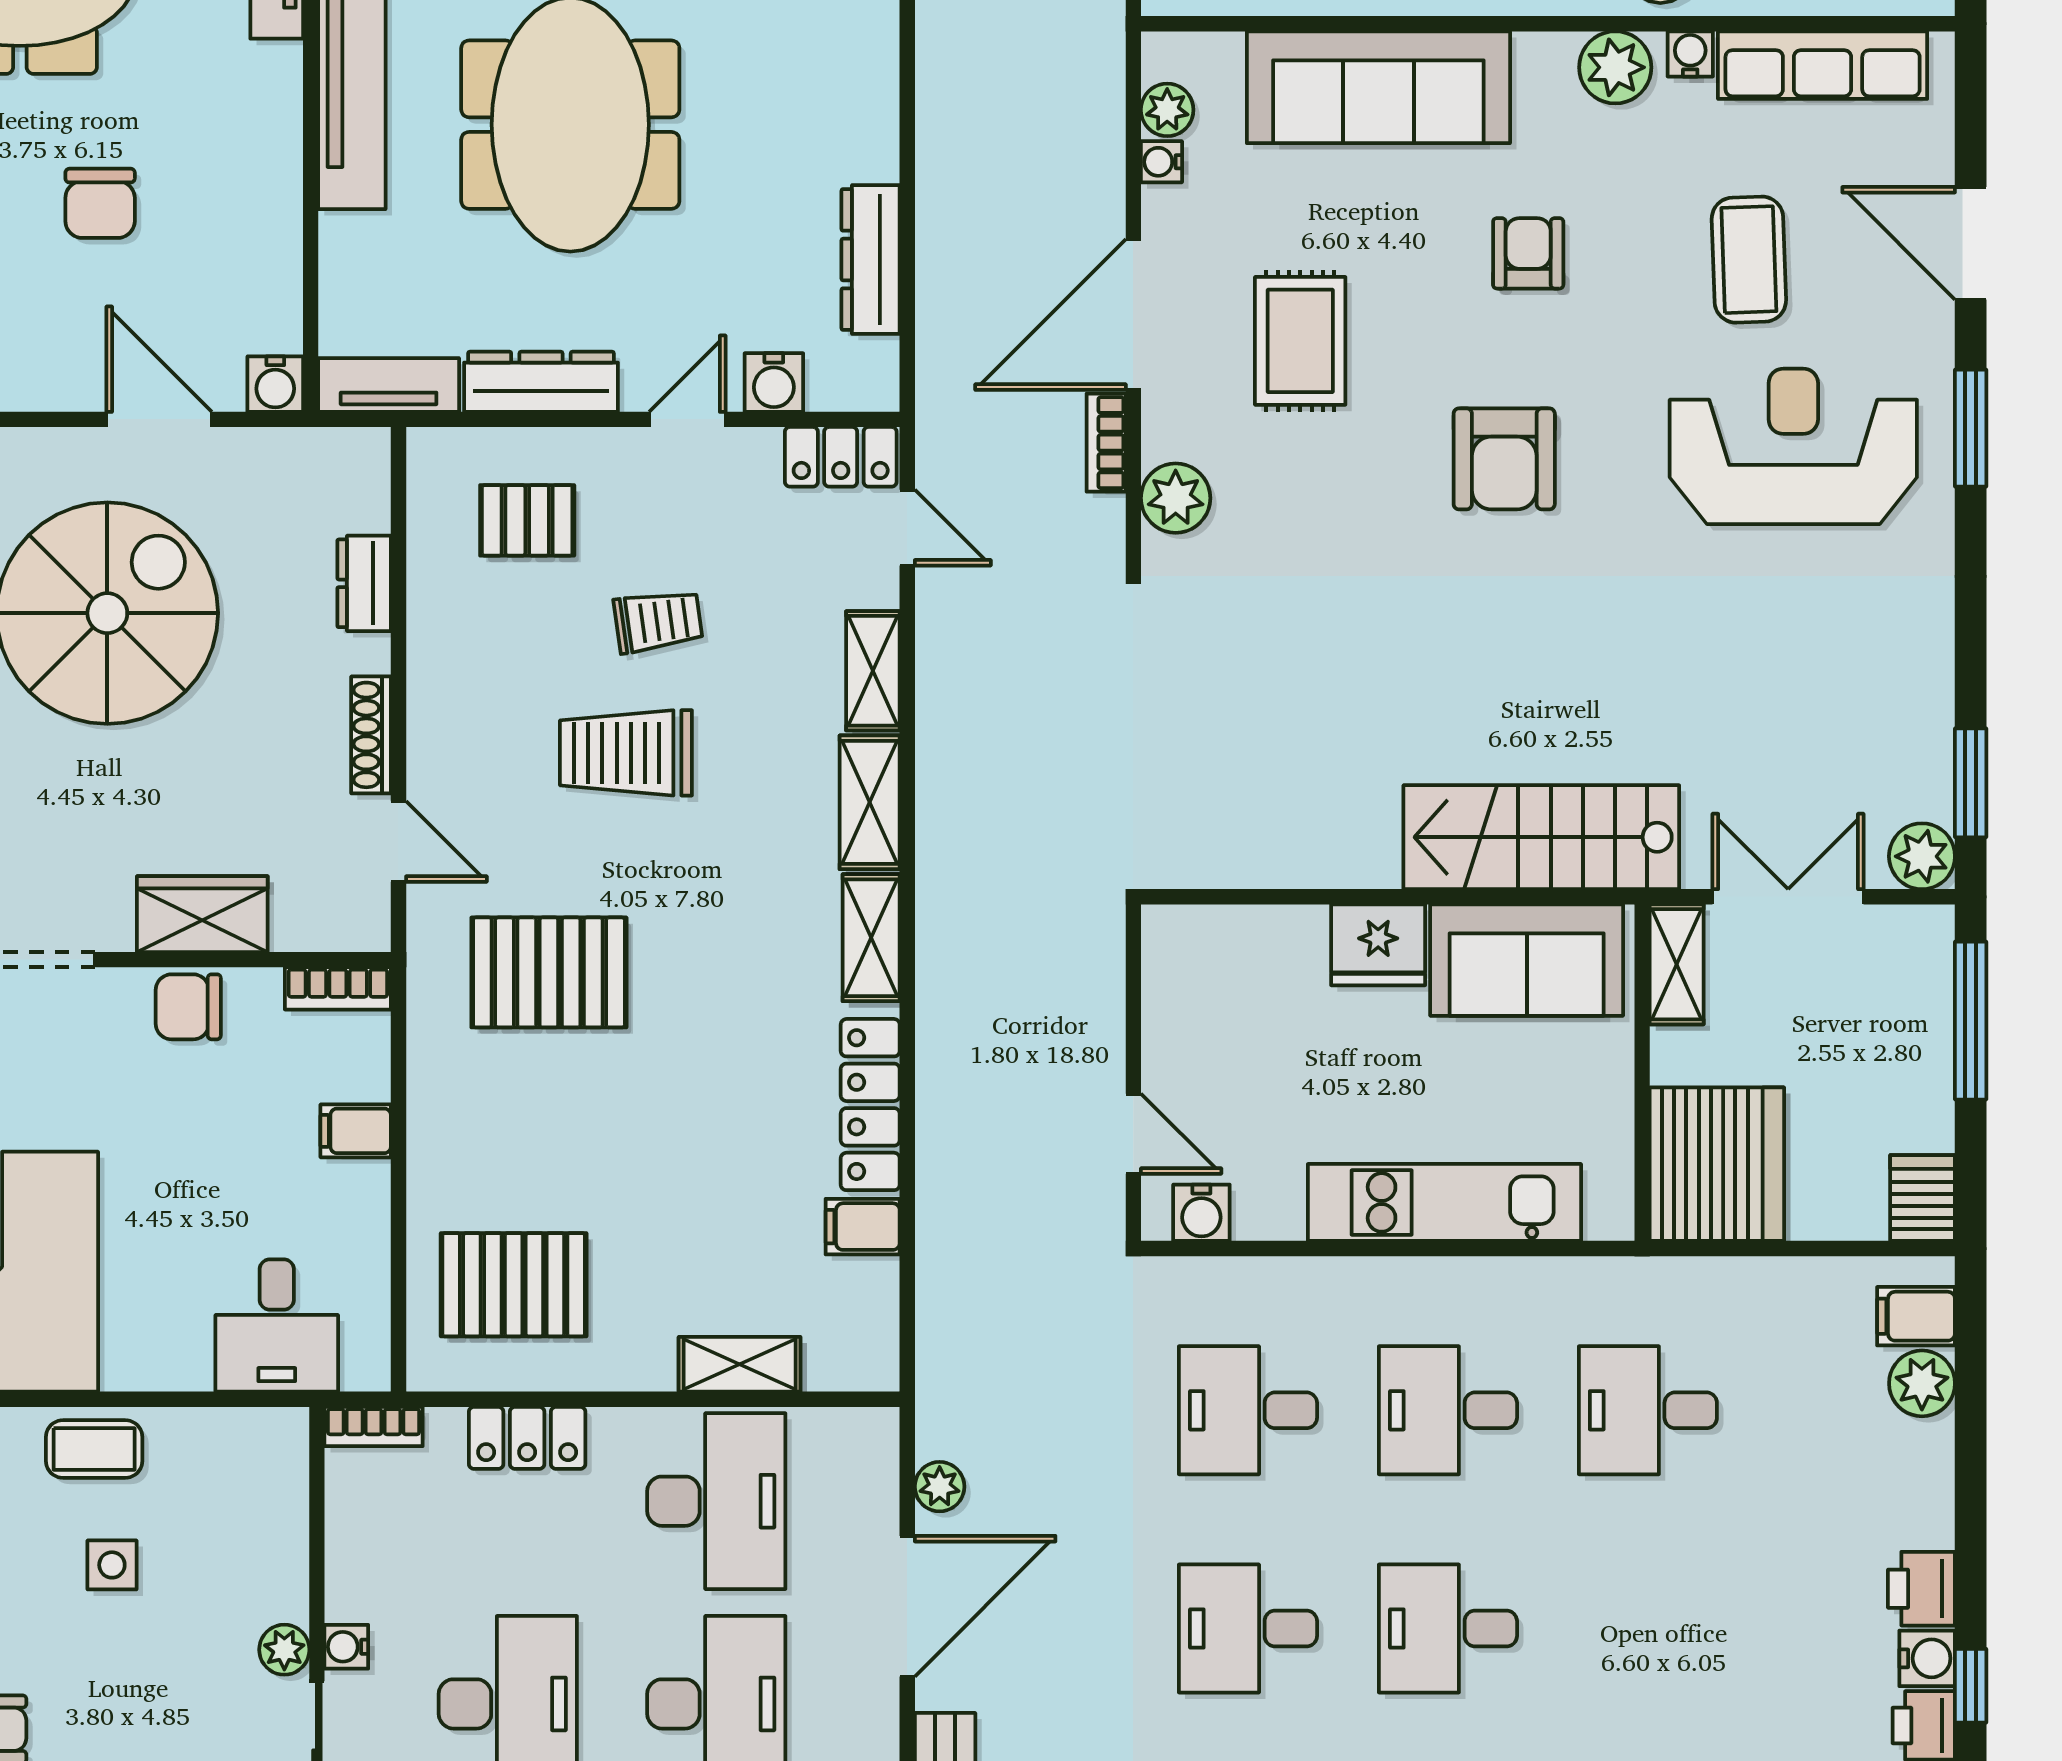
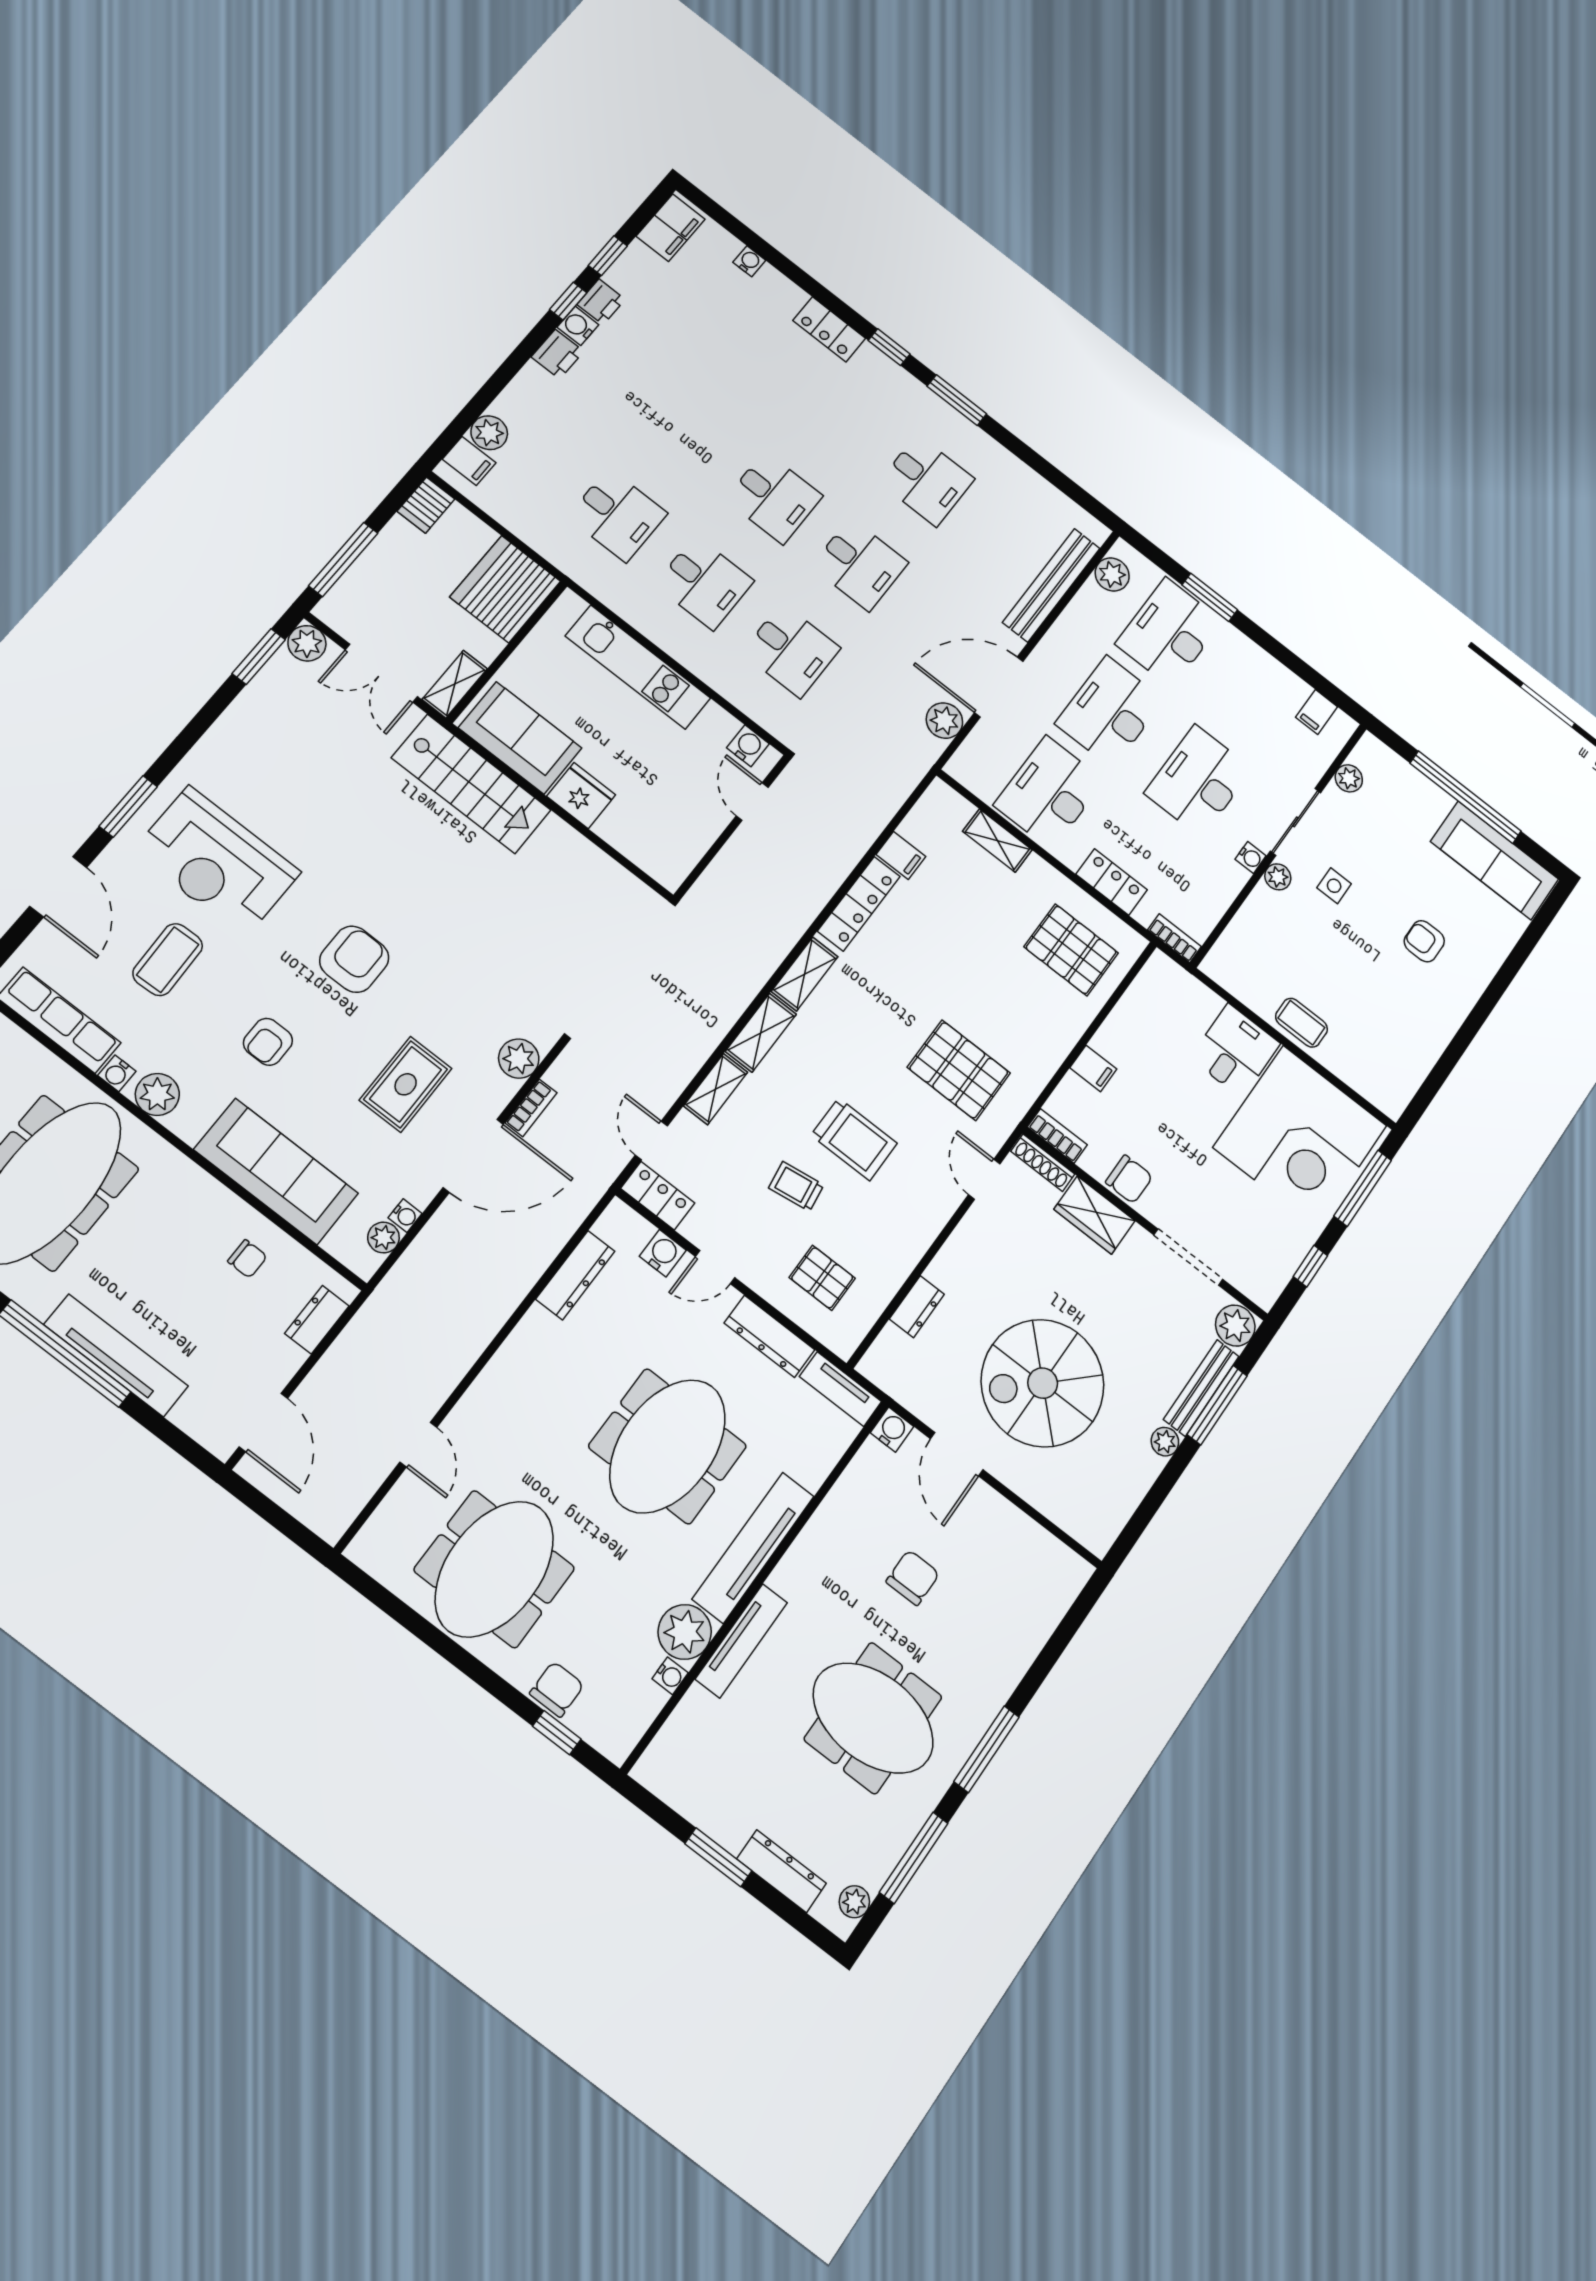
shoe rack: (371, 735) -> (1043, 1163), moved, turned 90
desk: (277, 1326) -> (1235, 1051), moved
plant: (940, 1487) -> (944, 721), width x1.38, depth x1.38
side table: (112, 1565) -> (1334, 886), moved

